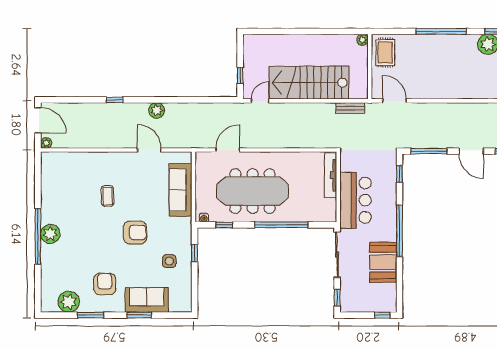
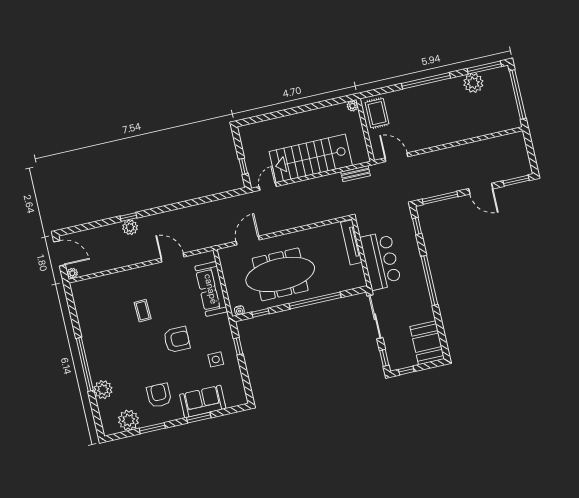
plant: (157, 110) -> (130, 227), moved
plant: (50, 234) -> (103, 390), moved
booth: (383, 262) -> (427, 343), moved
window: (382, 315) -> (406, 370), moved

